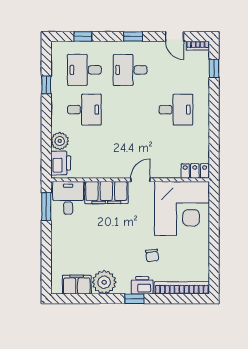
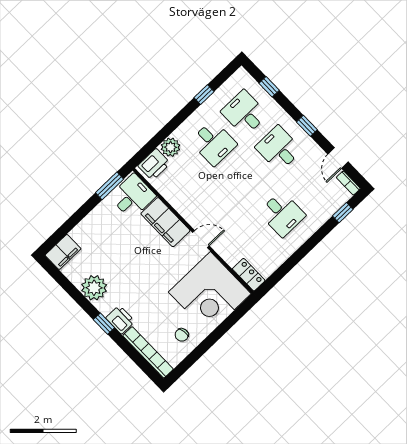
chair: (152, 256) -> (182, 335), moved
filing cabinet: (77, 285) -> (63, 252), moved, turned 90

